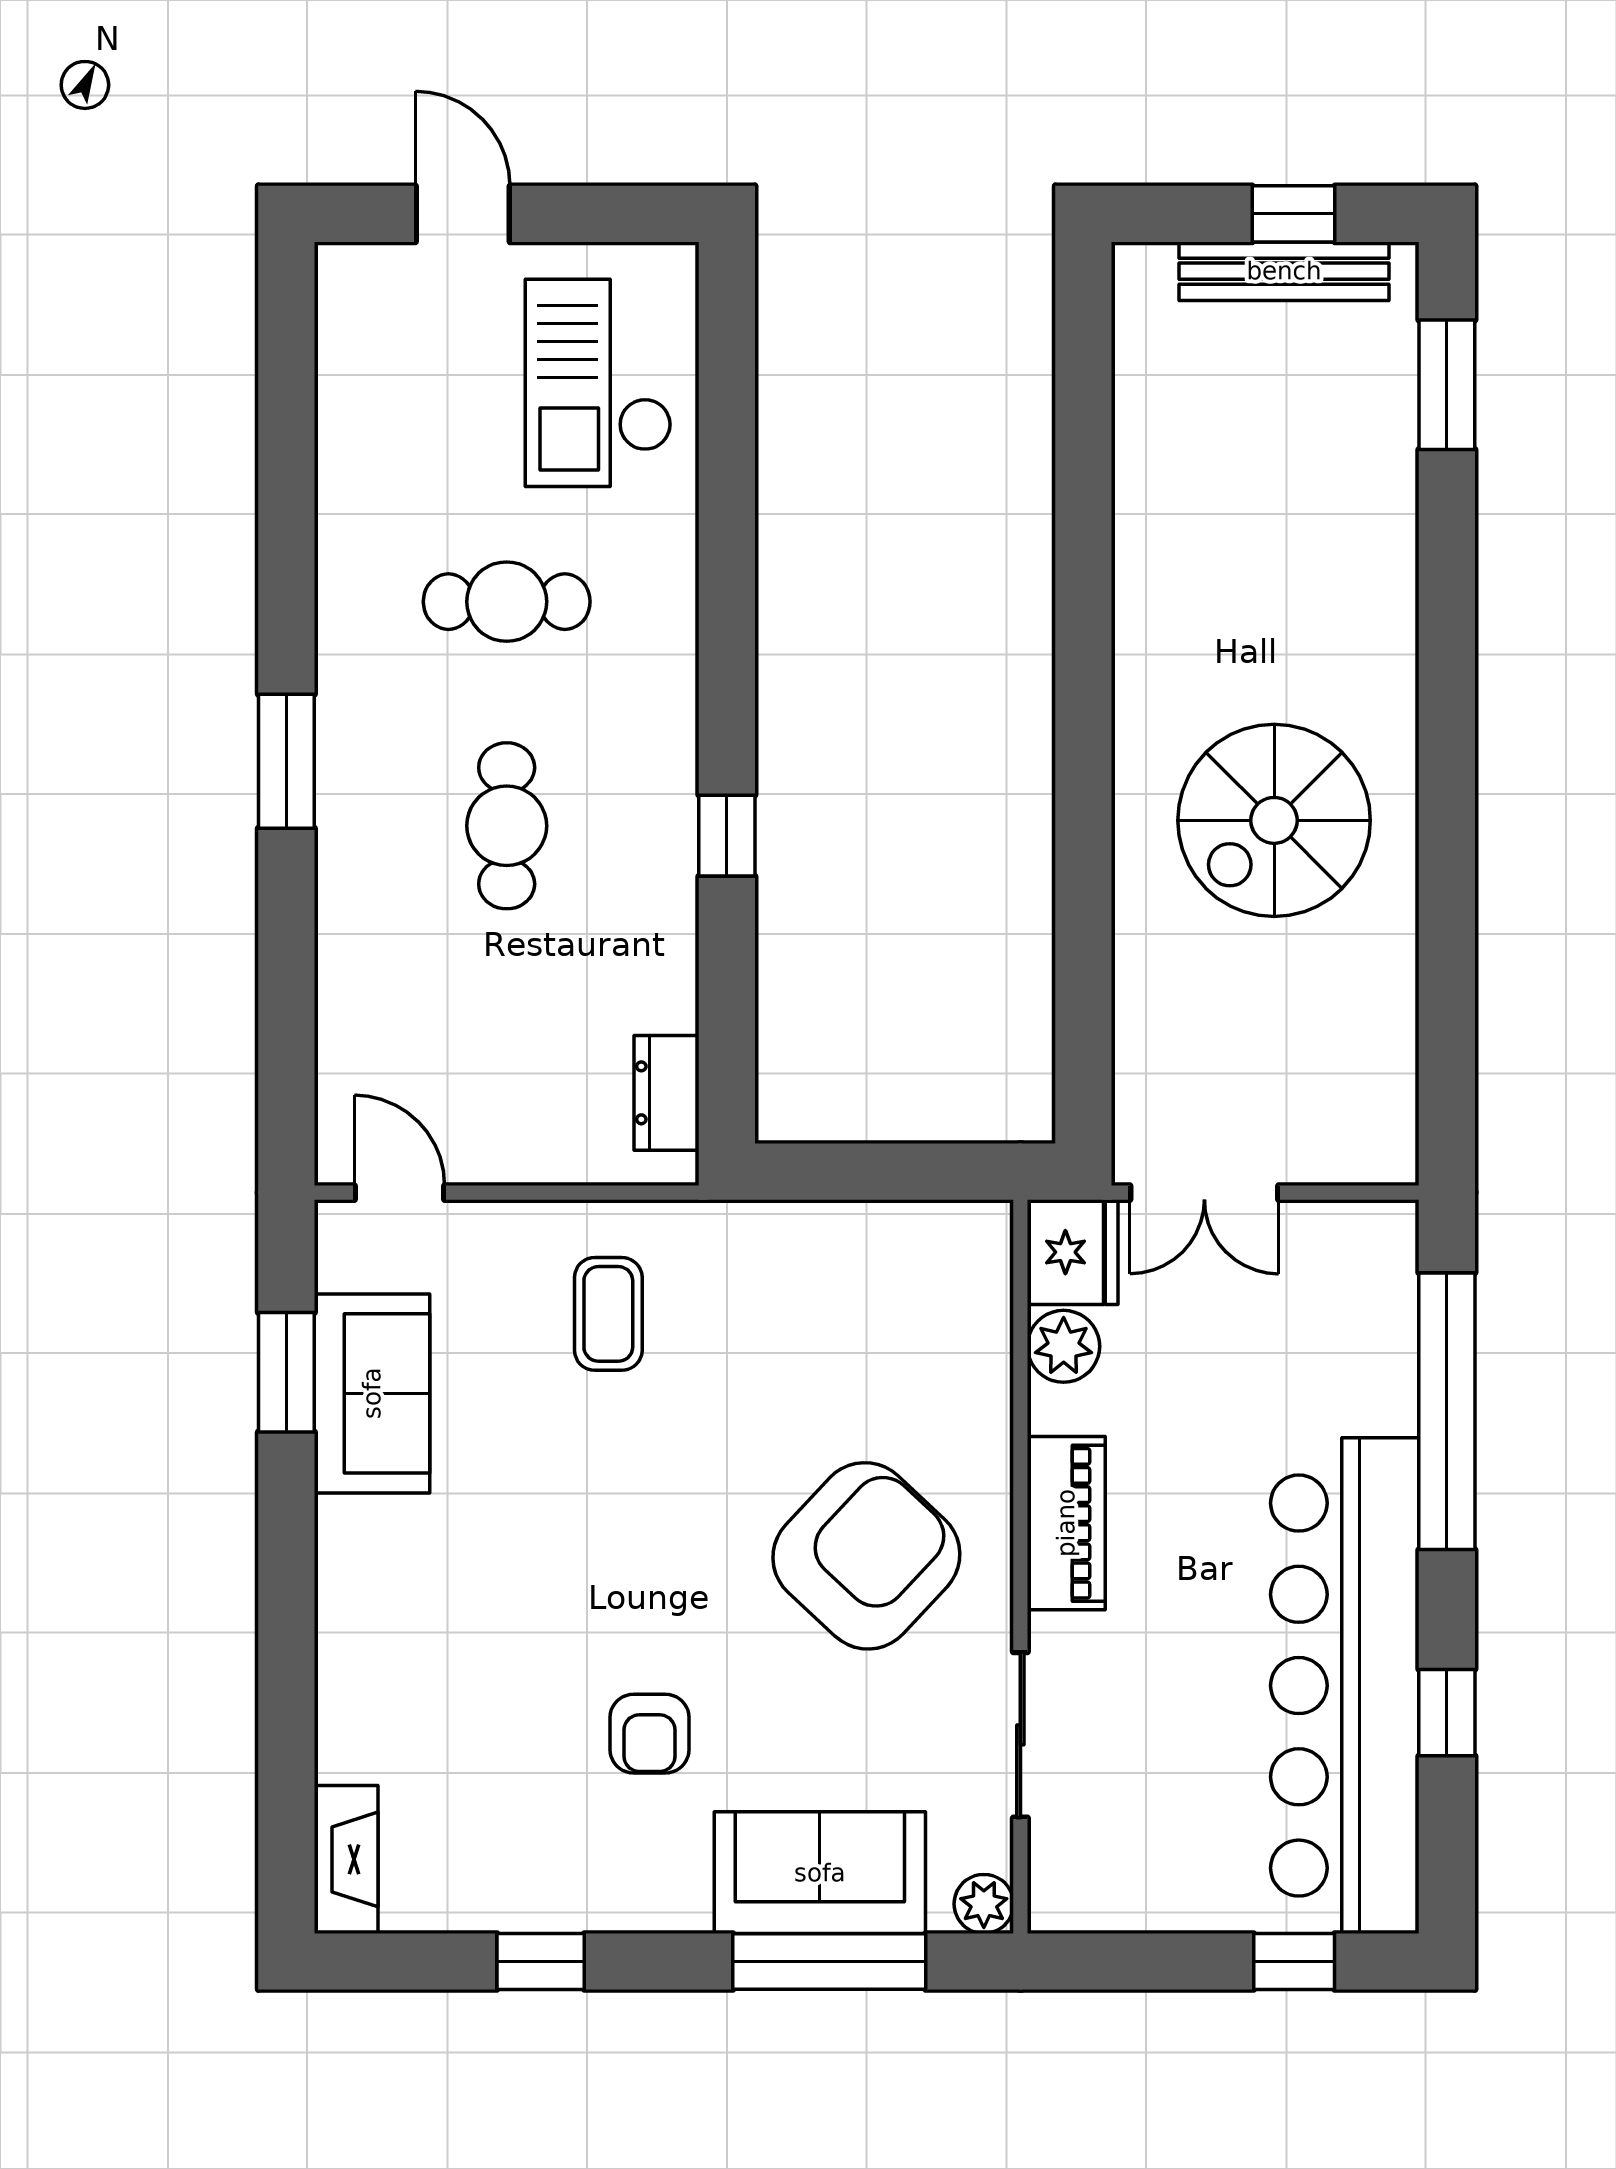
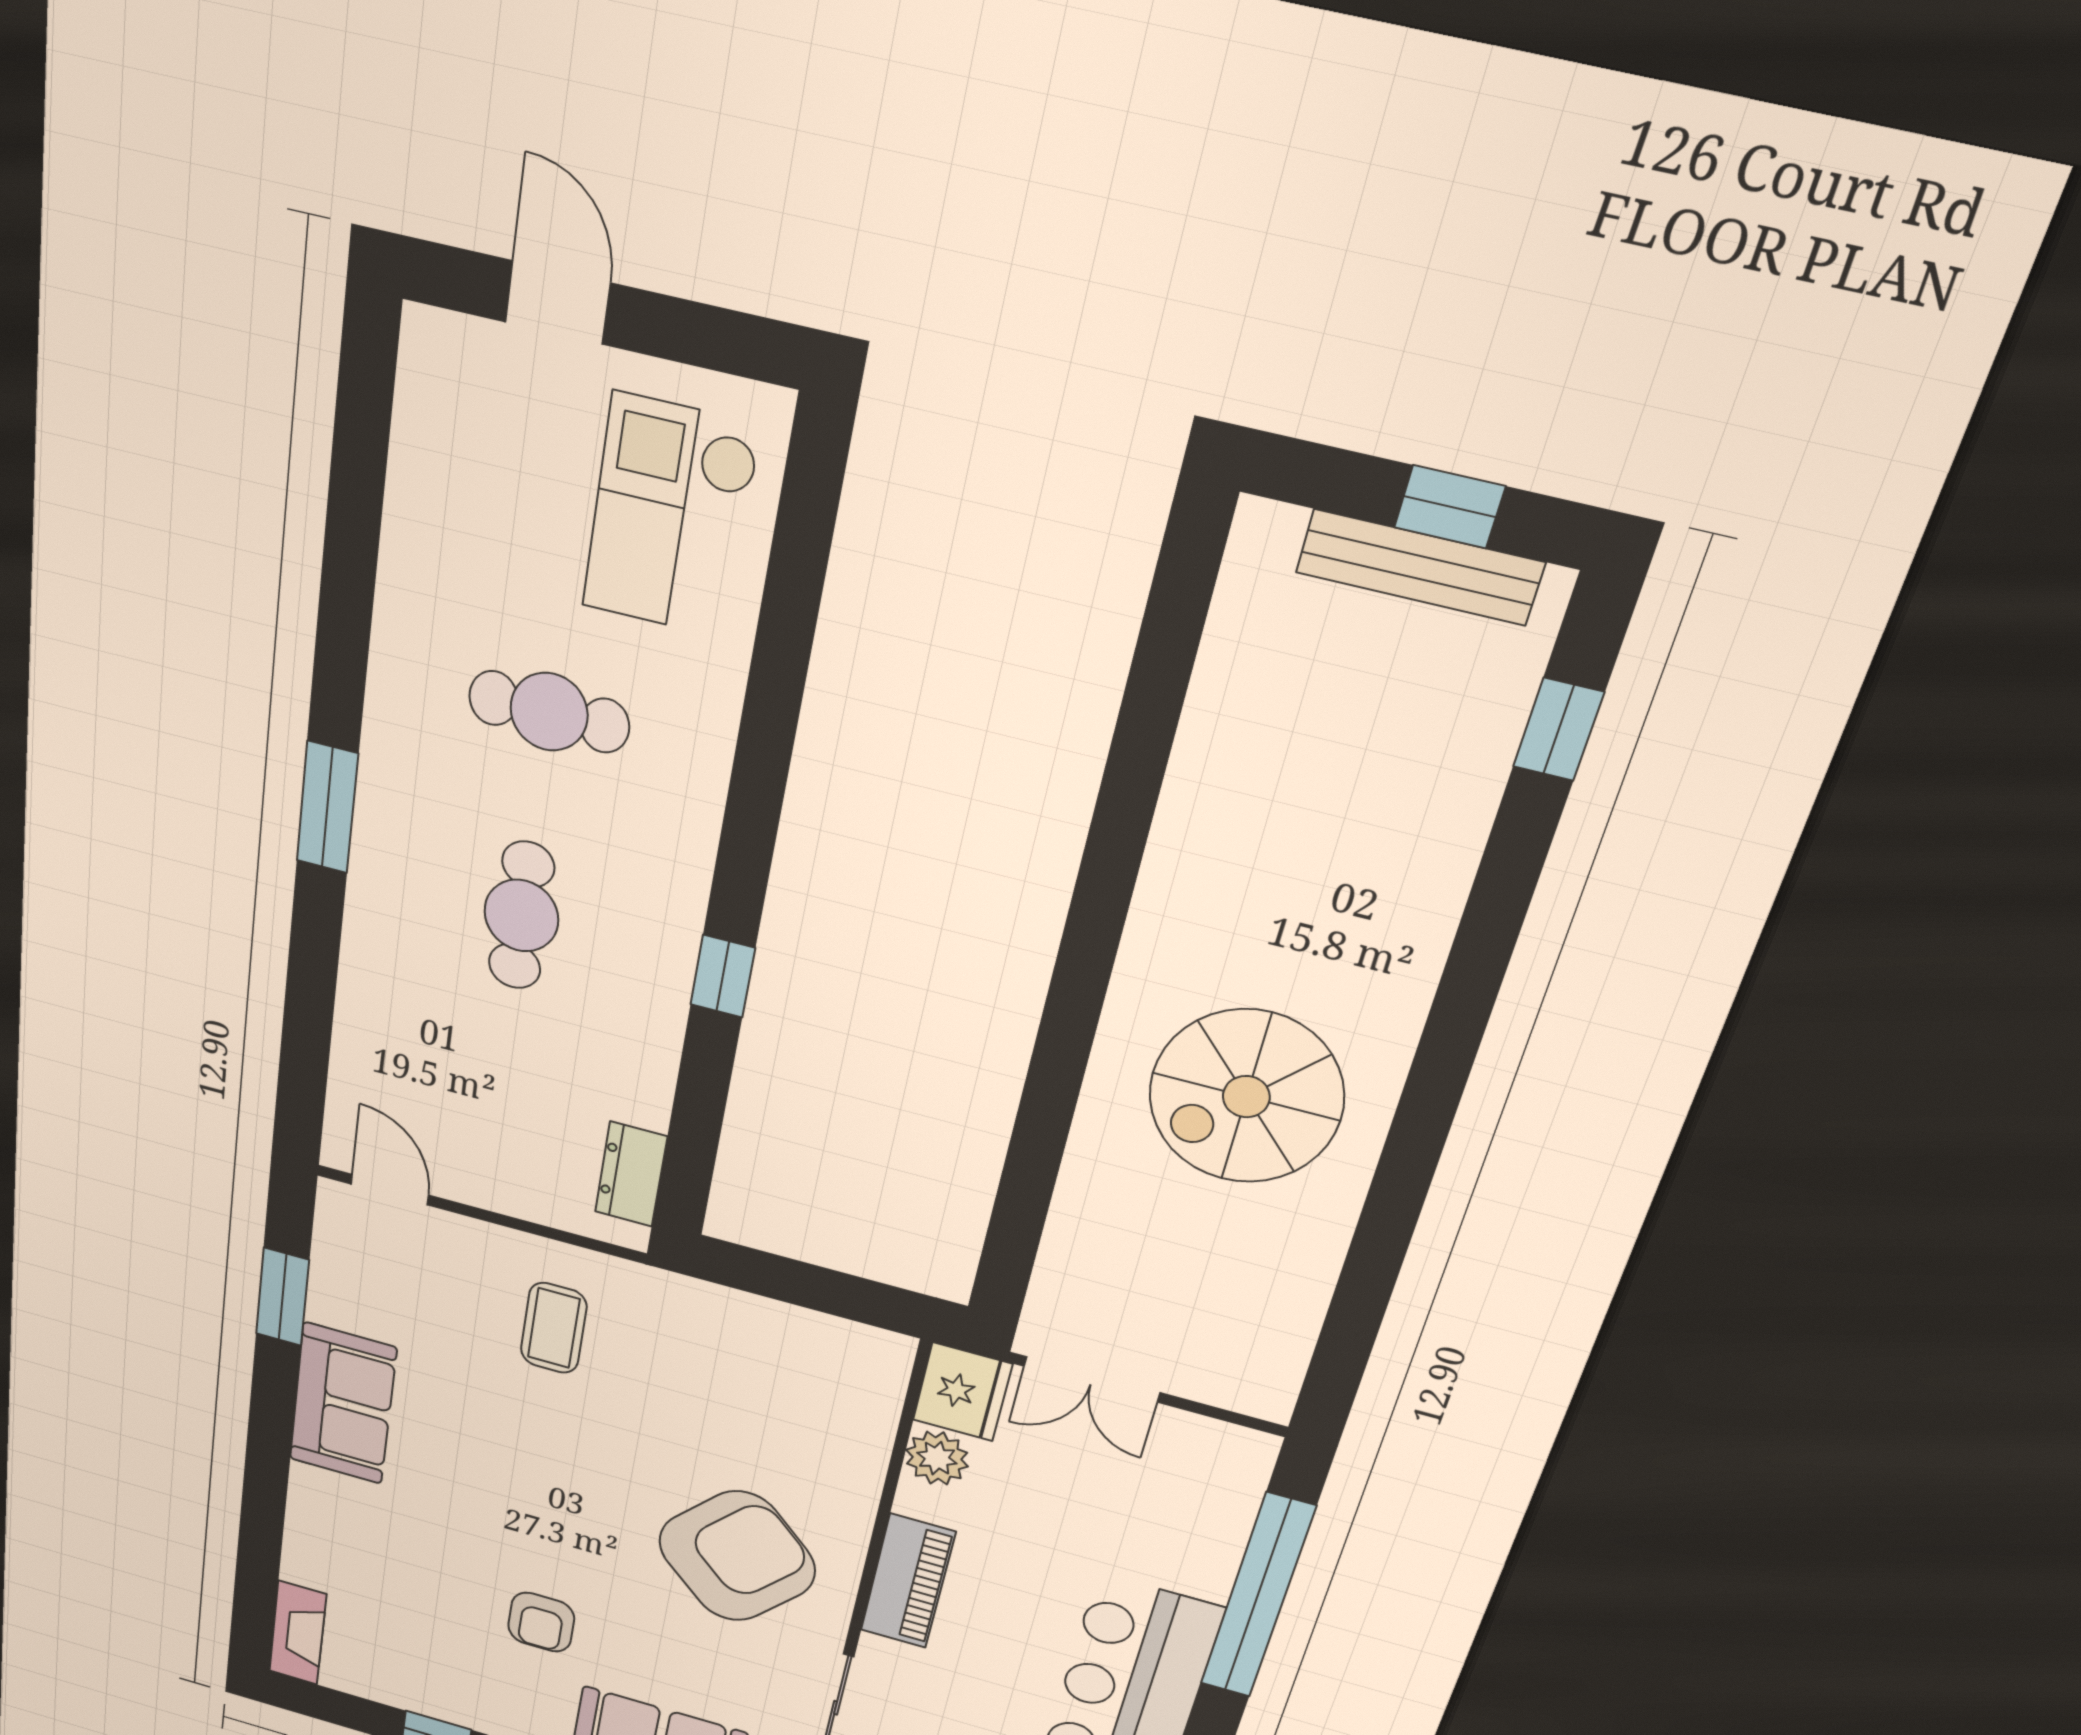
window: (1447, 385) -> (1559, 729), width x0.67
sofa: (372, 1393) -> (343, 1404), moved

